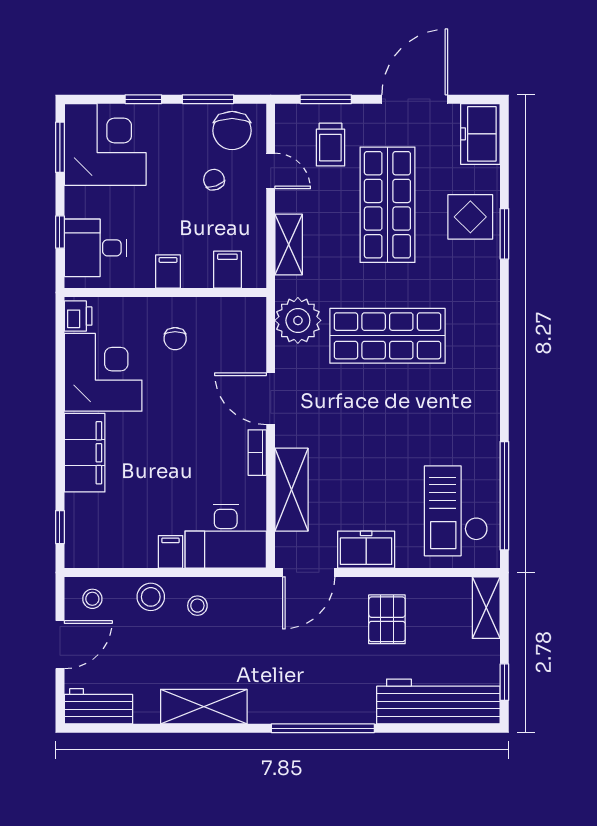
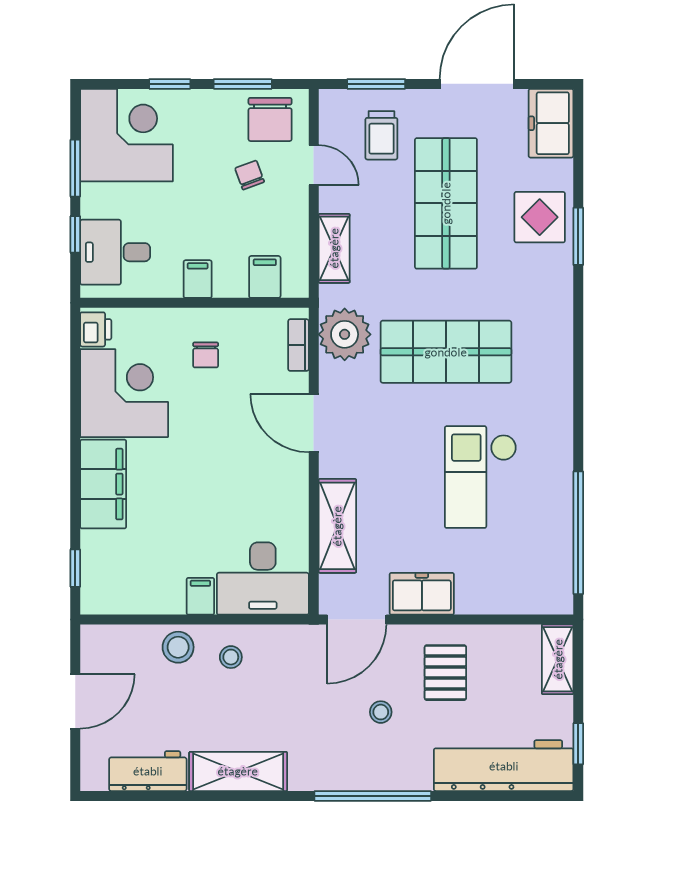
window: (60, 147) -> (75, 168), moved
bookcase: (257, 453) -> (298, 345), moved
checkout: (456, 511) -> (481, 477), moved
stool: (92, 599) -> (381, 712), moved
workbench: (98, 706) -> (148, 771), moved

